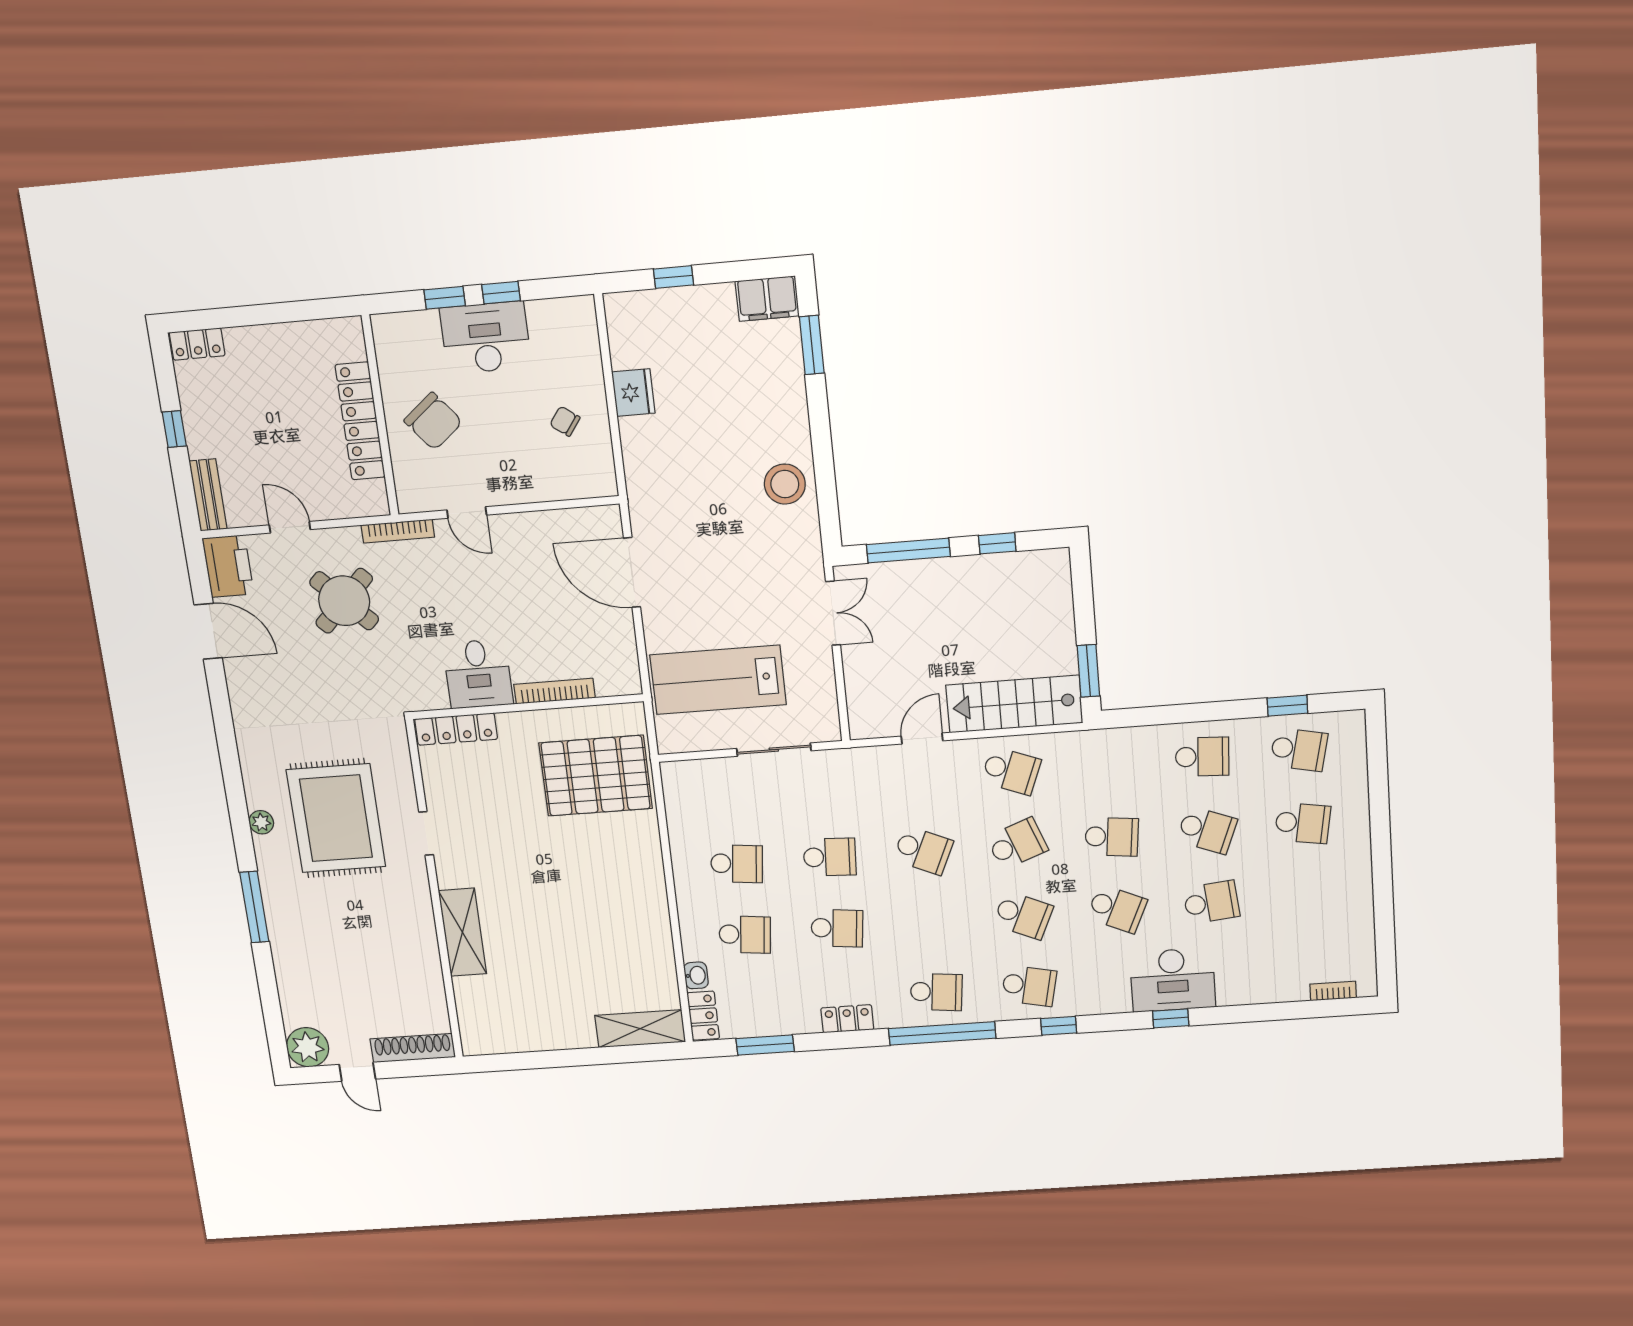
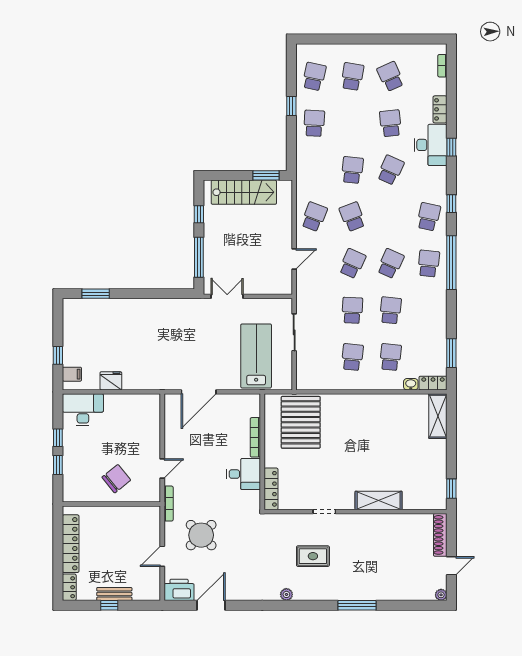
filing cabinet: (767, 299) -> (72, 374), moved, width x0.50
desk: (486, 338) -> (83, 410), moved, turned 90
locker: (360, 421) -> (71, 544), moved, turned -90
chair: (565, 421) -> (122, 415), removed
stool: (785, 484) -> (161, 313), removed
bench: (208, 495) -> (114, 594), moved
lab bench: (718, 680) -> (256, 356), turned 180
stairs: (1014, 704) -> (244, 192), moved, turned -90
window: (1287, 706) -> (291, 106), moved
door: (922, 739) -> (294, 259), swing flipped
rug: (336, 818) -> (313, 556), width x0.54, depth x0.49
plant: (261, 822) -> (286, 594), moved
school desk: (1207, 830) -> (390, 76), moved, turned -45
school desk: (1023, 915) -> (390, 264), moved
locker: (847, 1019) -> (440, 109), moved
plant: (308, 1047) -> (441, 595), width x0.53, depth x0.53
window: (504, 1062) -> (451, 489), added

